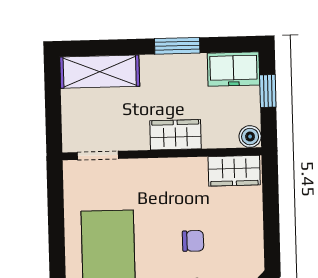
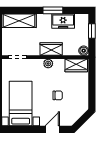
freezer: (233, 69) -> (63, 21), moved
plant: (169, 168) -> (48, 64), added

